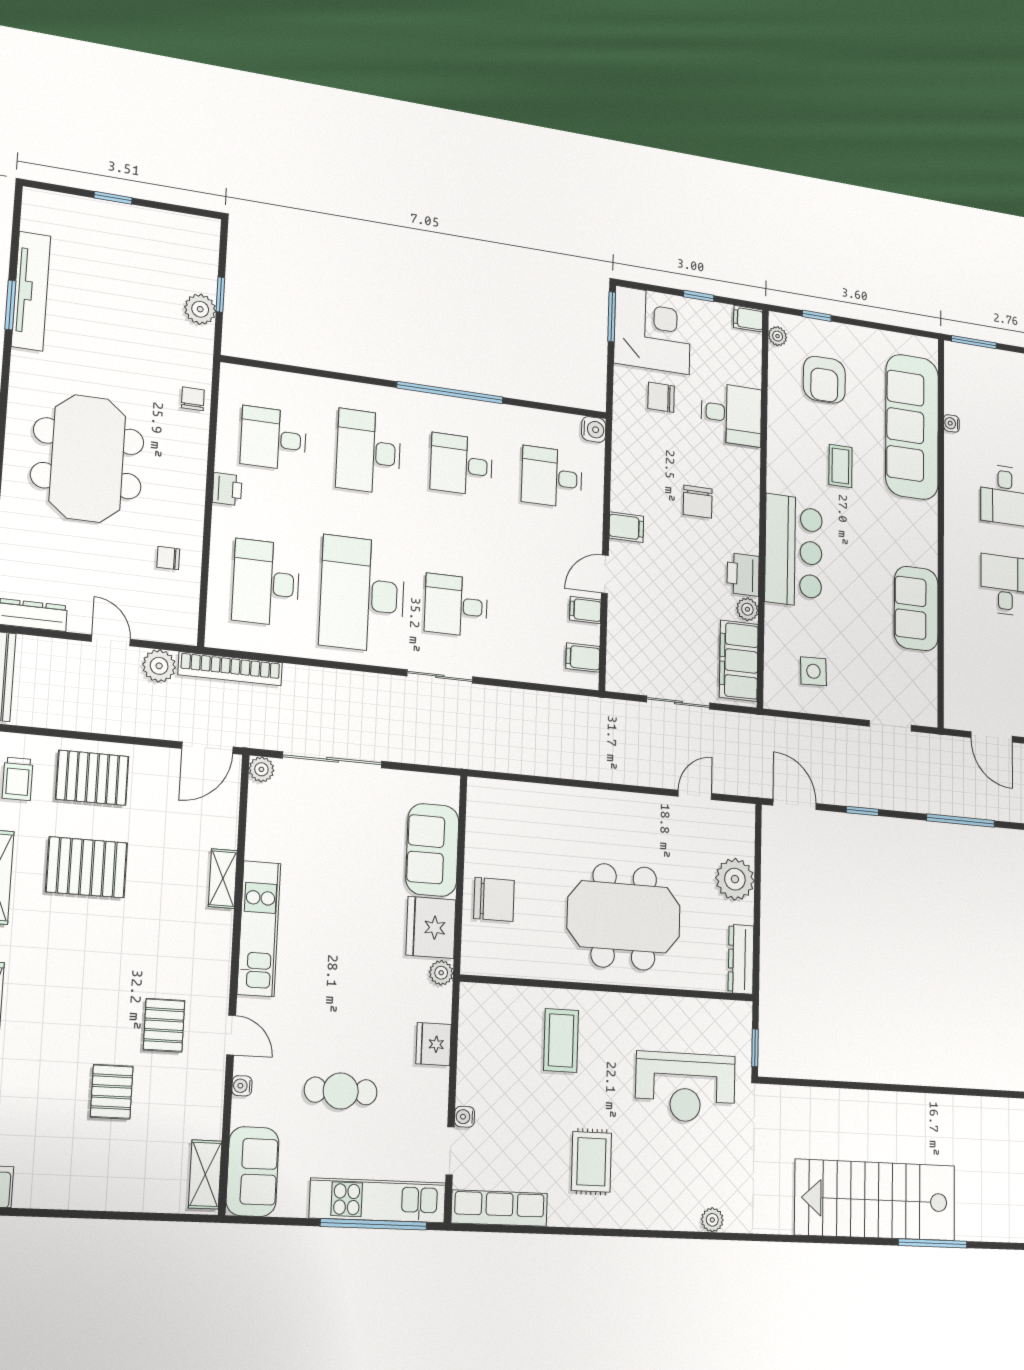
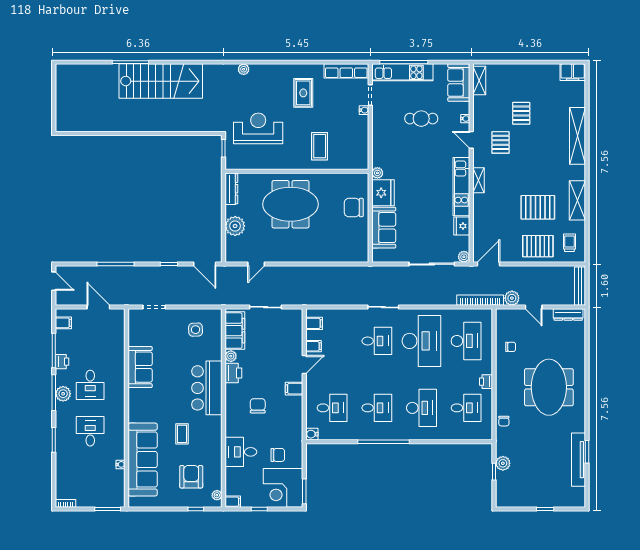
shelving: (223, 879) -> (478, 180), moved
fridge: (434, 1044) -> (462, 226), moved, turned 180

